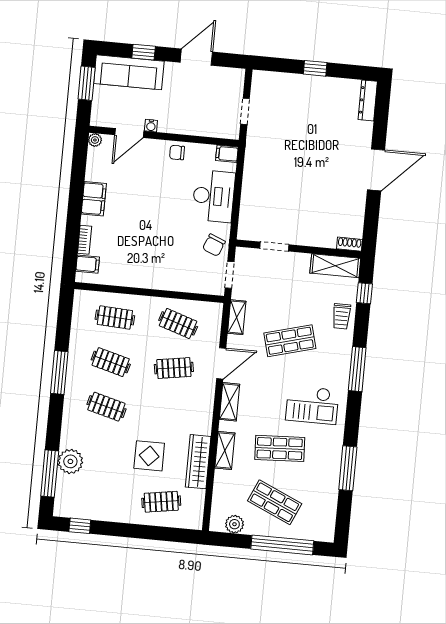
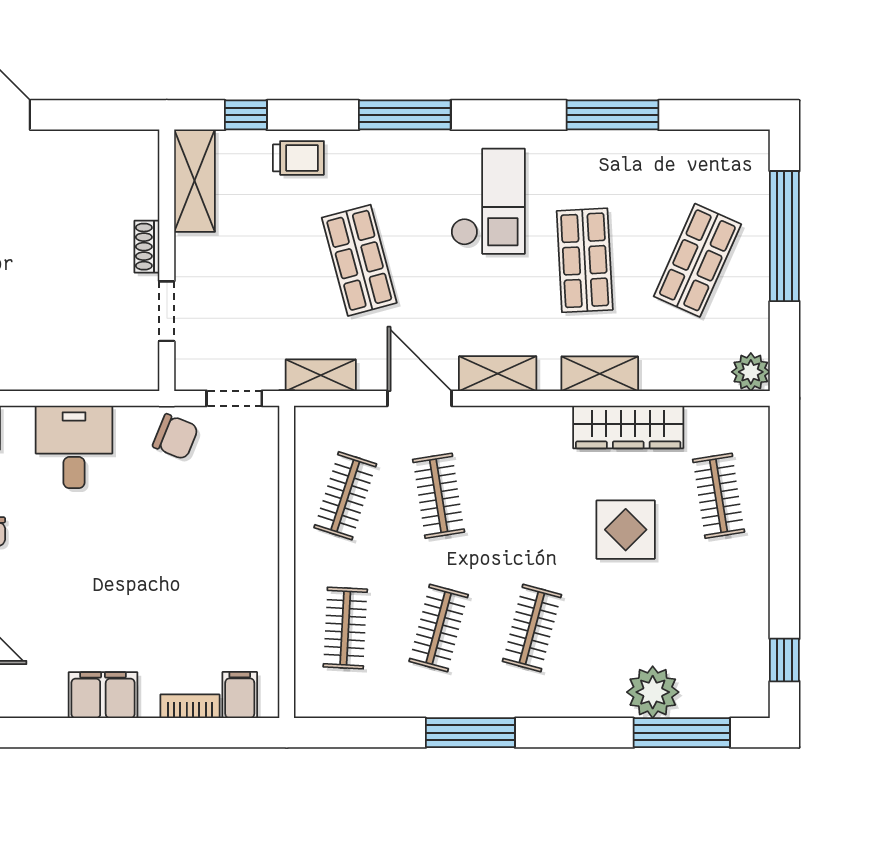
desk: (214, 196) -> (74, 447), width x0.73
shoe rack: (350, 244) -> (147, 247), moved
plant: (234, 524) -> (751, 372), moved

